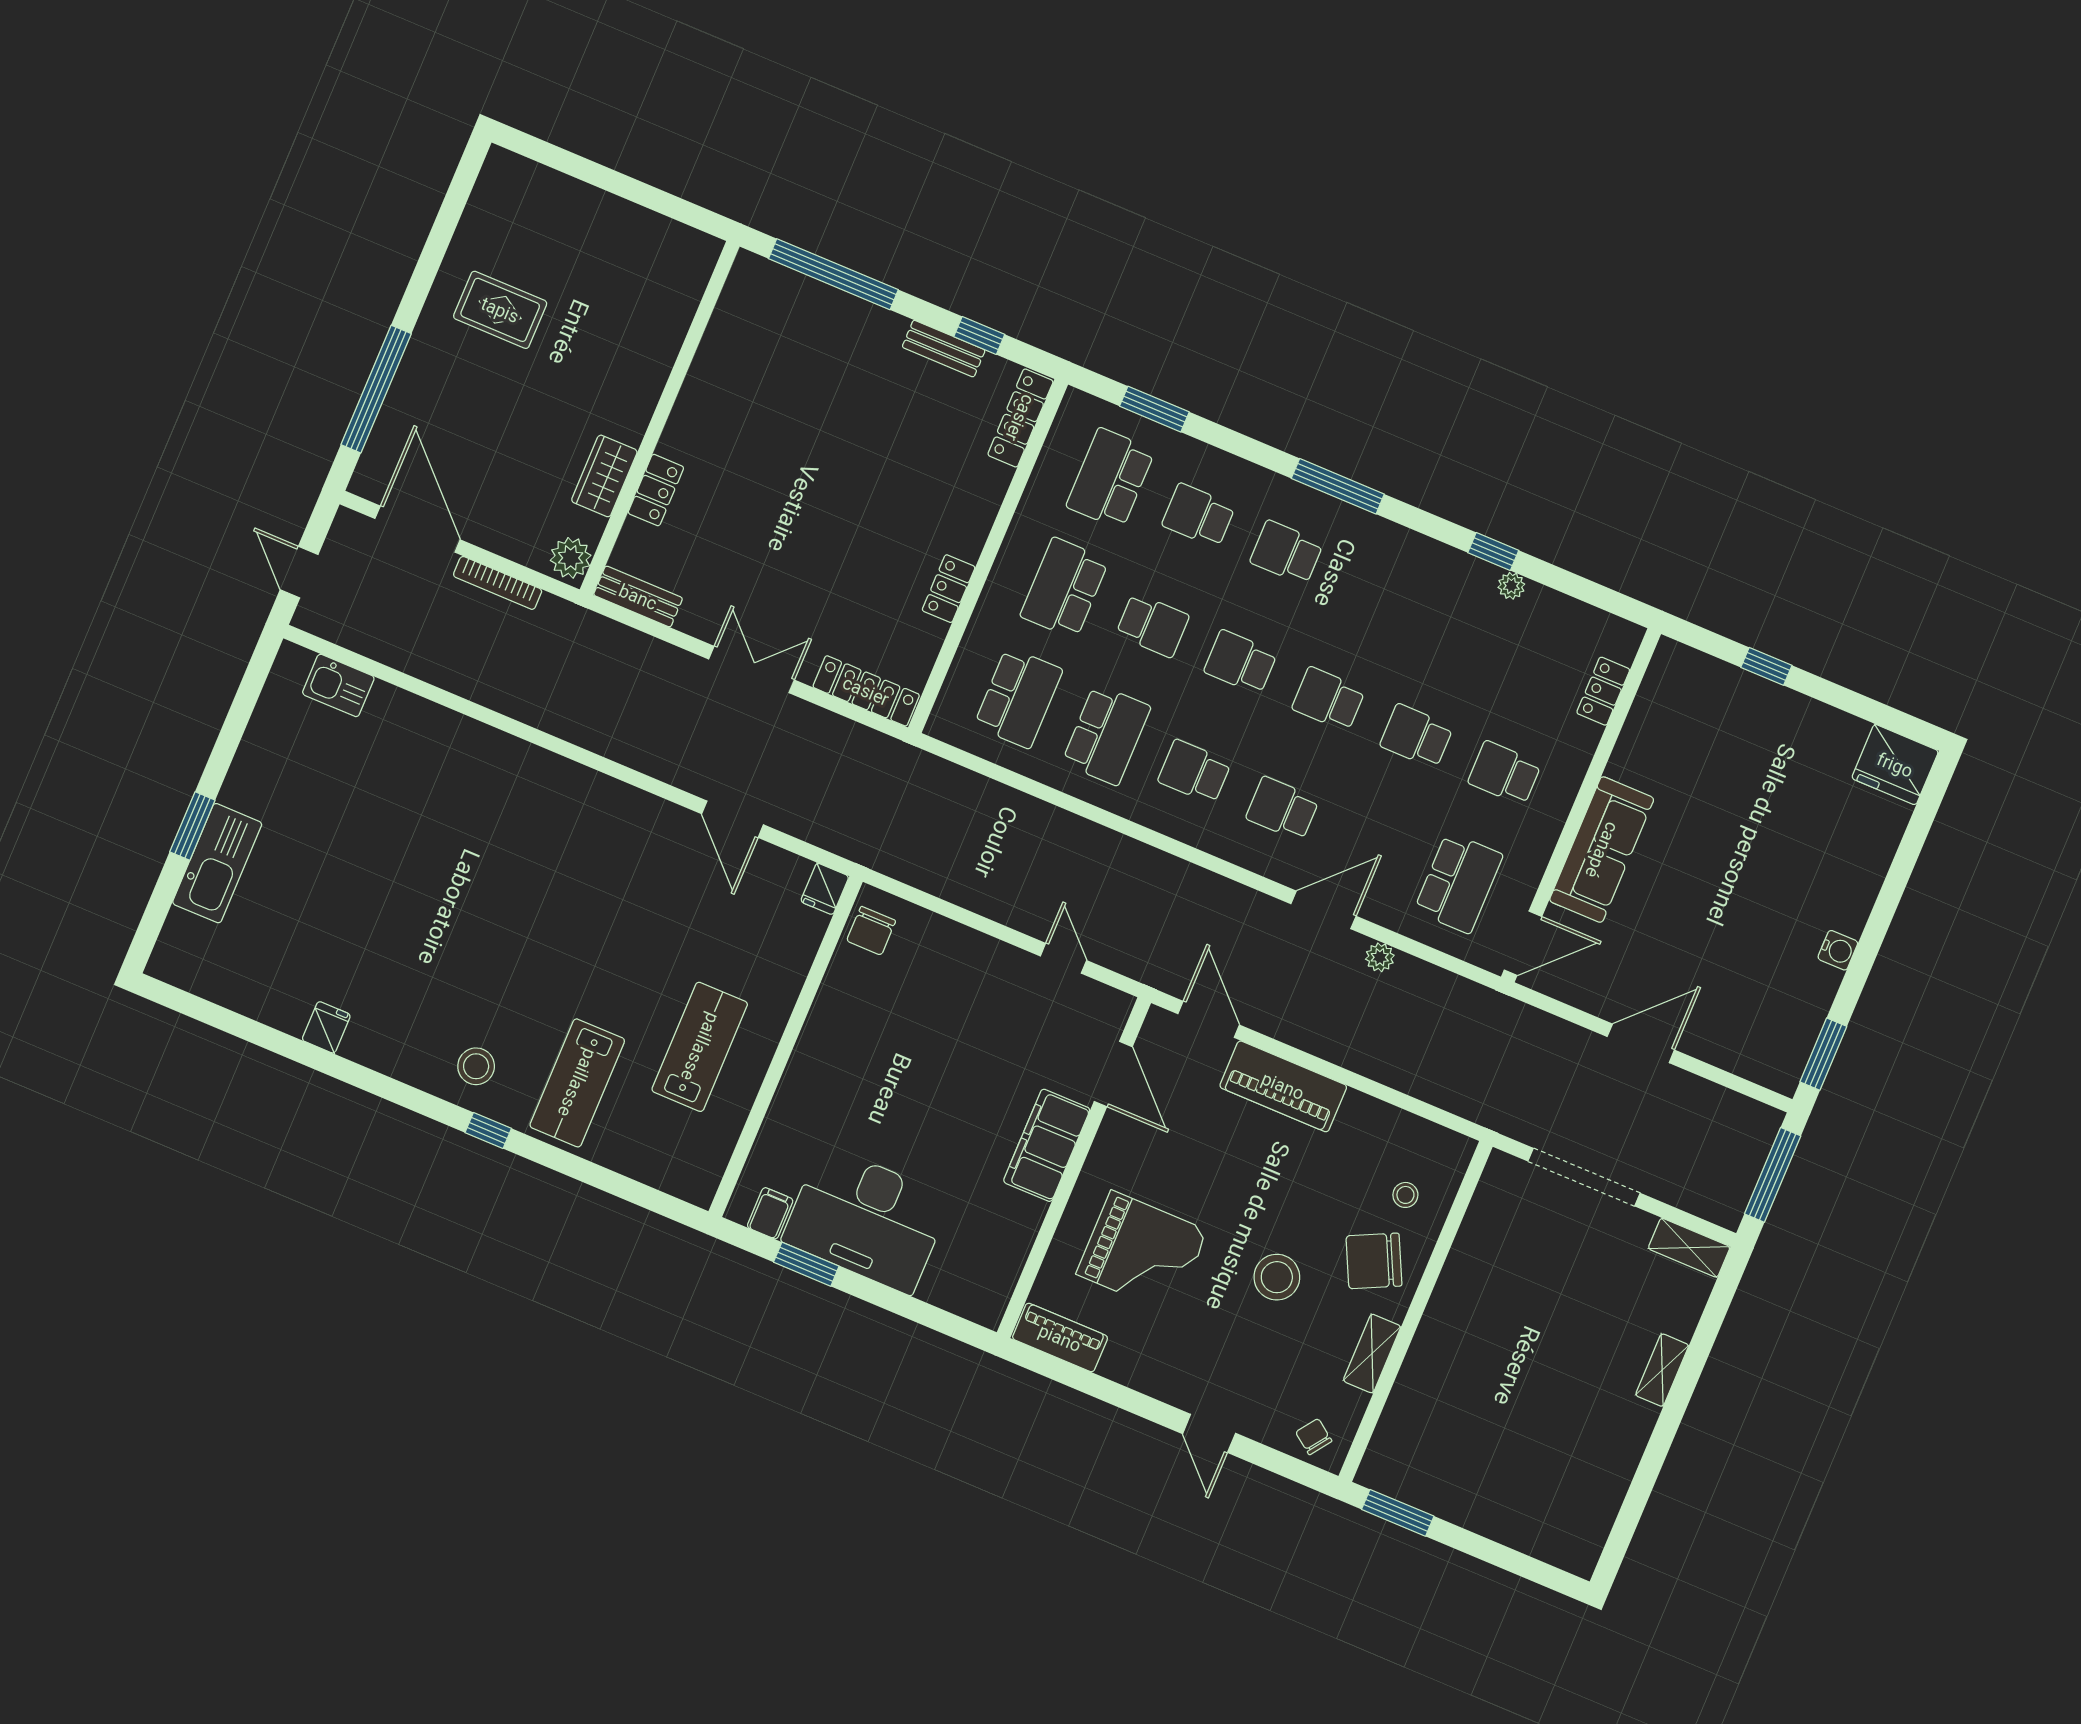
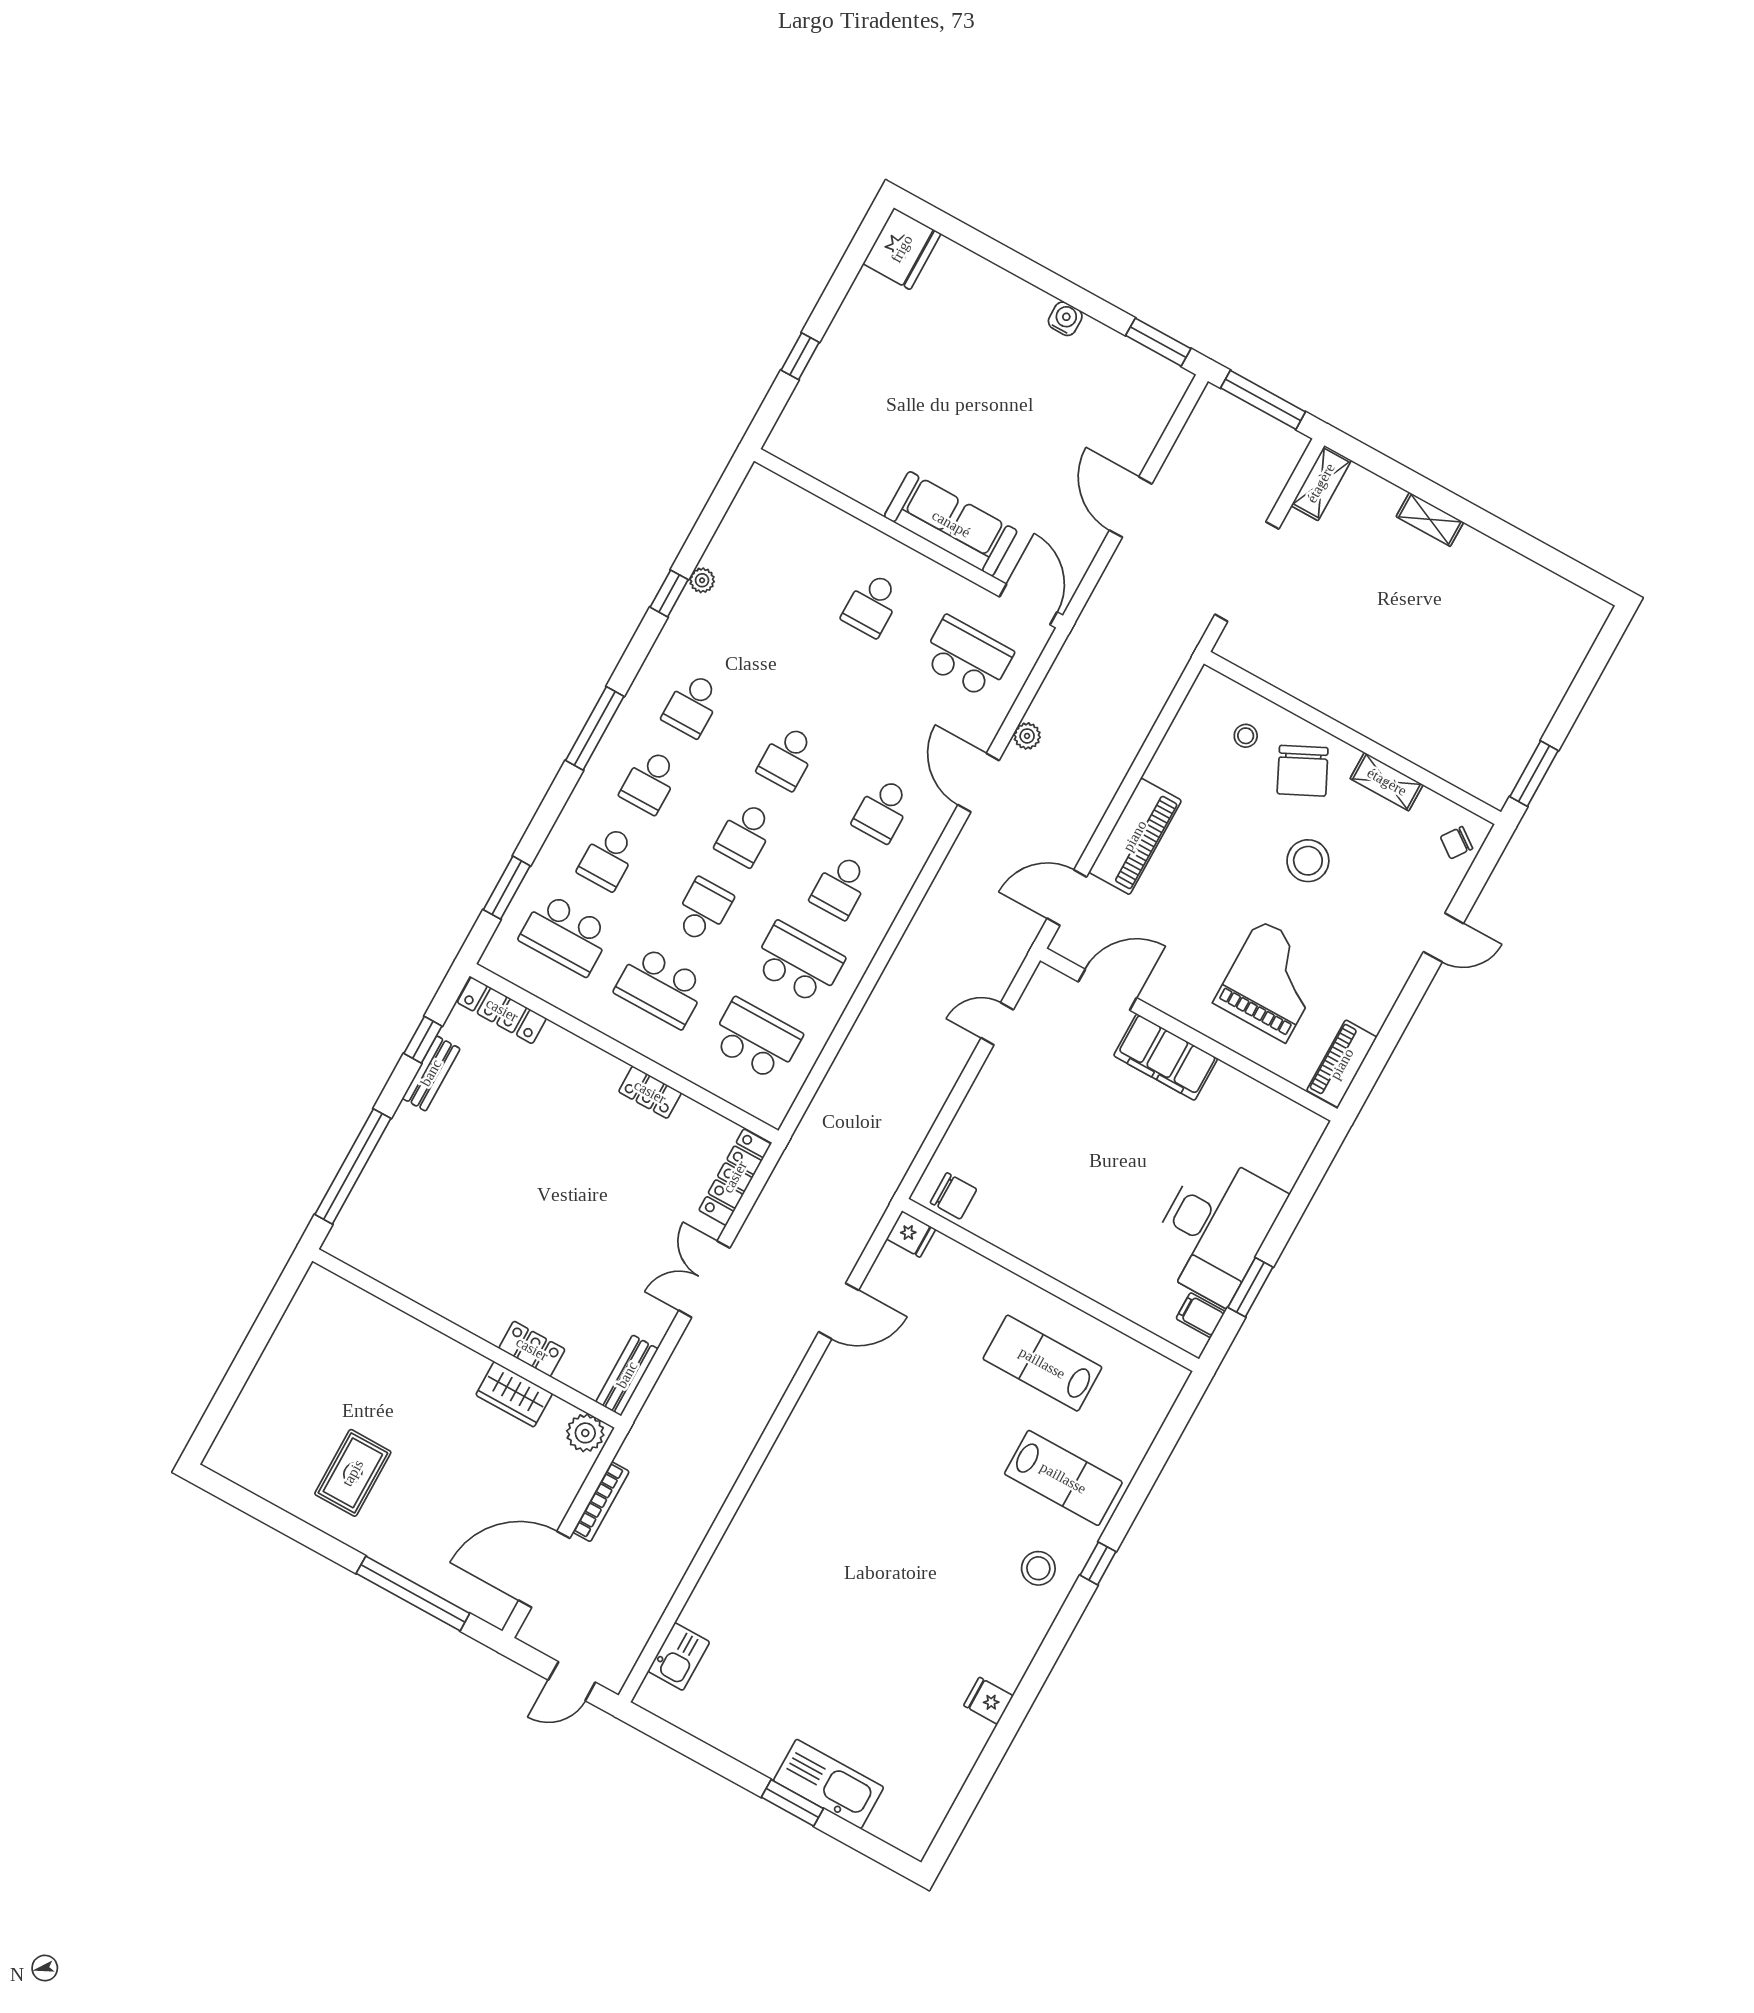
locker: (1603, 691) -> (807, 507), removed
school desk: (1417, 736) -> (692, 705), moved

